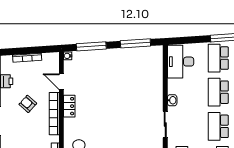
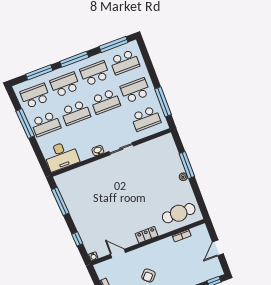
window: (91, 46) -> (77, 239), width x0.46
door: (61, 82) -> (118, 253), swing flipped
locker: (69, 106) -> (147, 235), moved
bookcase: (54, 114) -> (148, 249), removed

